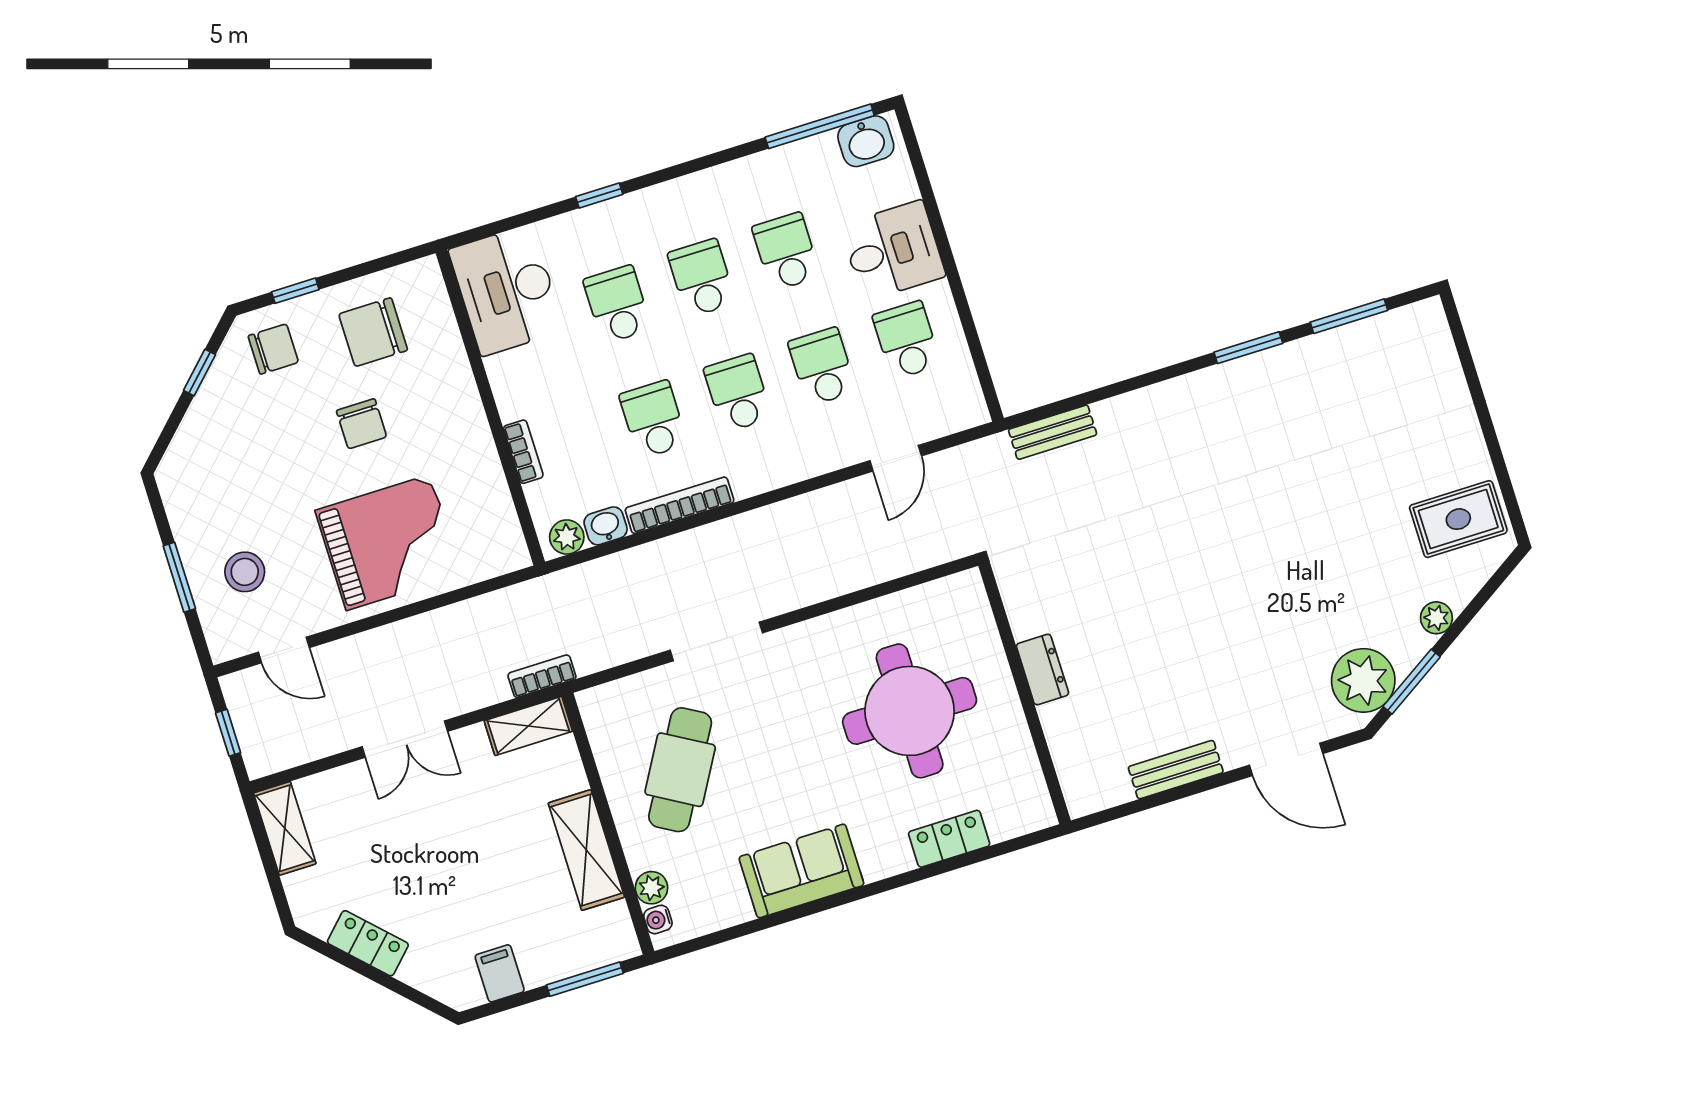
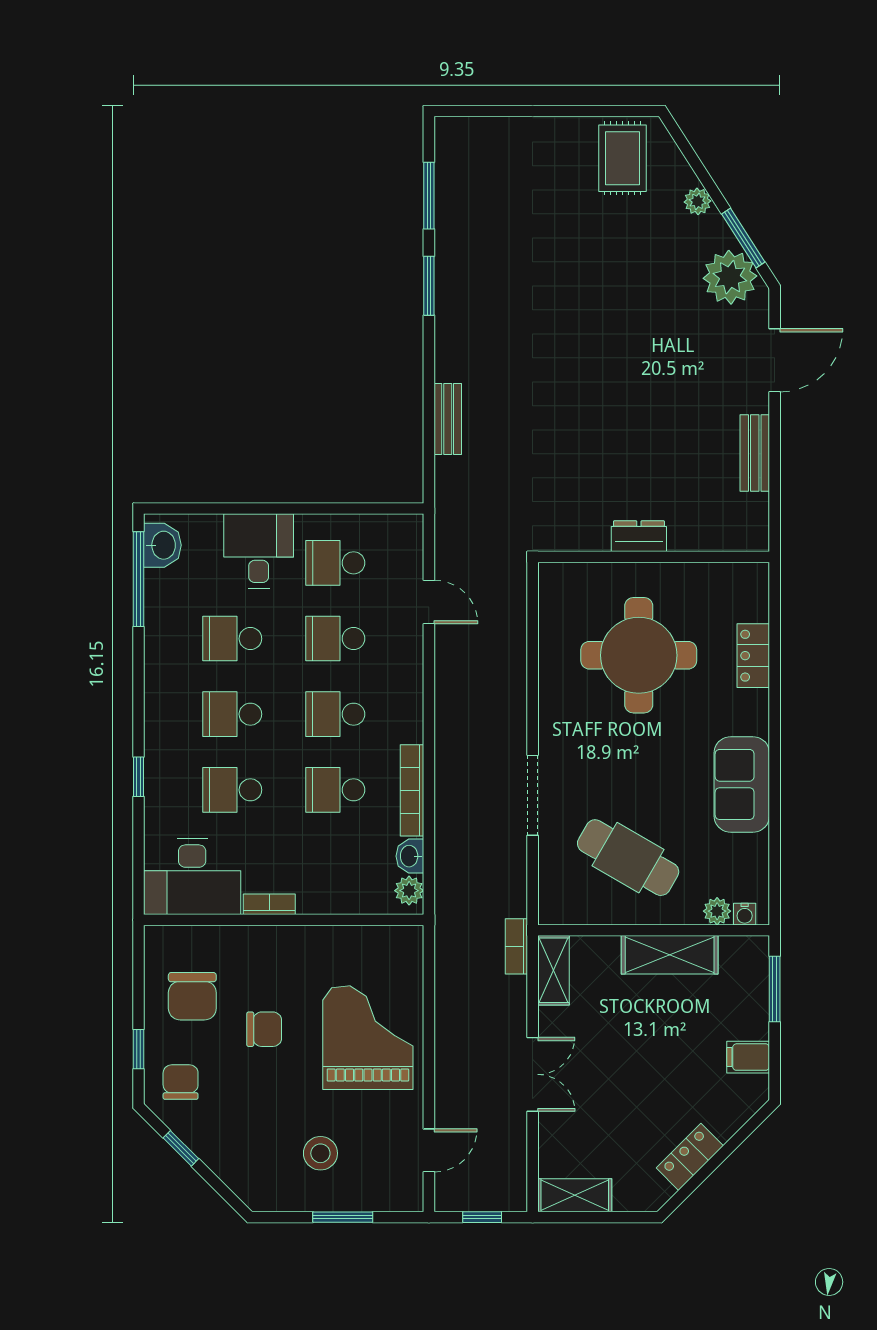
bench: (1053, 432) -> (448, 419), moved
bookcase: (523, 452) -> (269, 904), moved
stool: (245, 572) -> (320, 1153), moved

